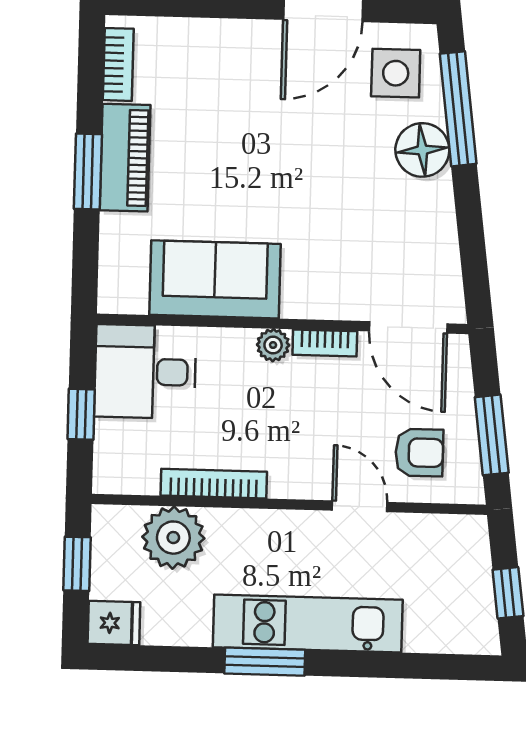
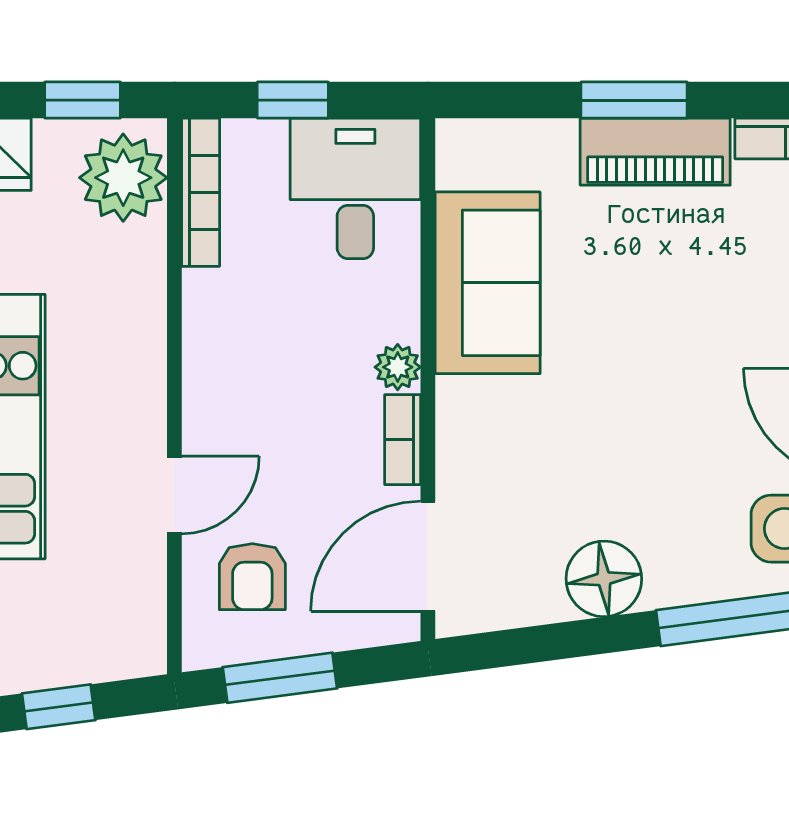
floor lamp: (422, 150) -> (604, 579), moved
bookcase: (214, 484) -> (201, 192), moved
plant: (173, 538) -> (123, 178), moved

